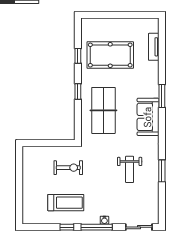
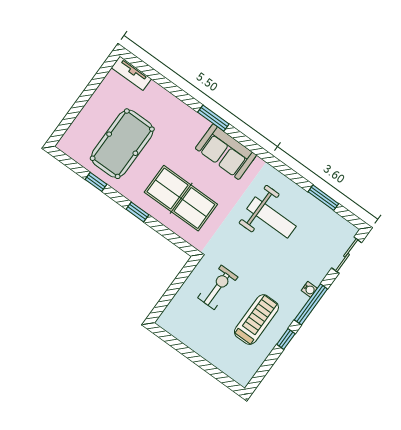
tv unit: (154, 47) -> (131, 73), moved
weight bench: (130, 169) -> (271, 217), width x1.36, depth x1.33
window: (162, 171) -> (323, 198), moved

